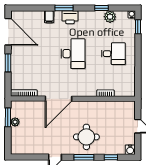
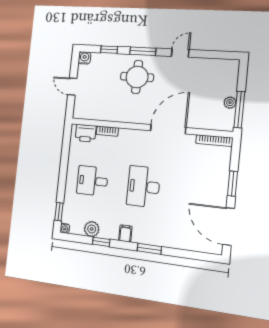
filing cabinet: (49, 17) -> (125, 233), moved
printer: (70, 17) -> (86, 133), moved, turned 180
window: (8, 117) -> (239, 109), width x1.44

